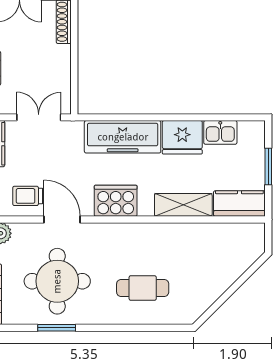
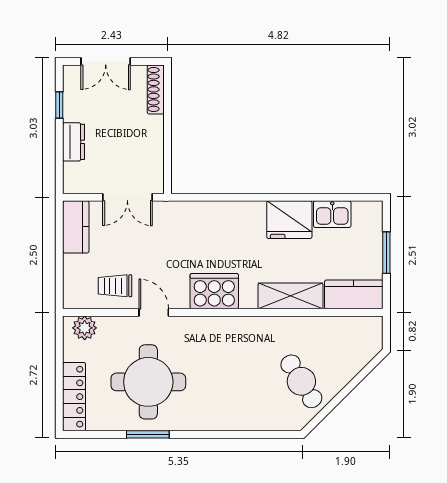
double door: (39, 117) -> (127, 197), swing flipped
freezer: (123, 137) -> (222, 219), removed
door: (62, 220) -> (154, 312), width x0.73
cafe table: (143, 288) -> (301, 381), moved, turned 58

